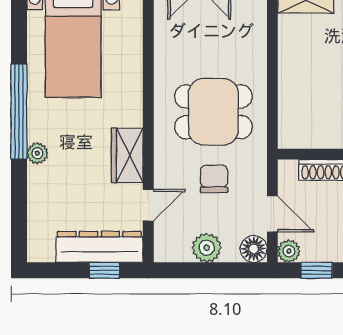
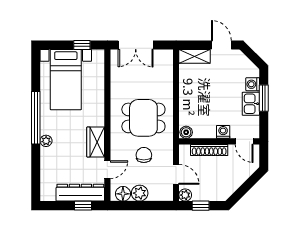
boiler: (290, 138) -> (186, 132), added
floor lamp: (254, 249) -> (123, 194), moved

